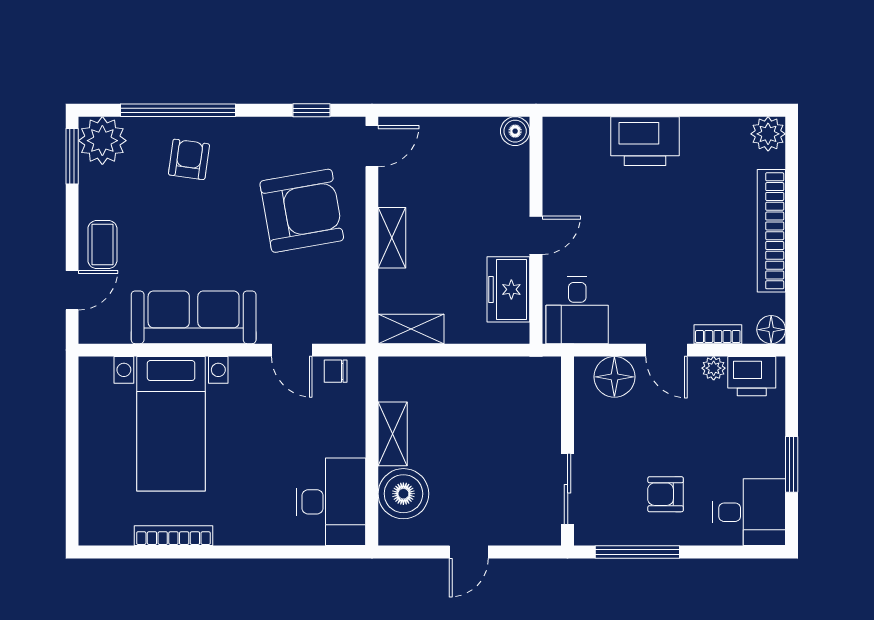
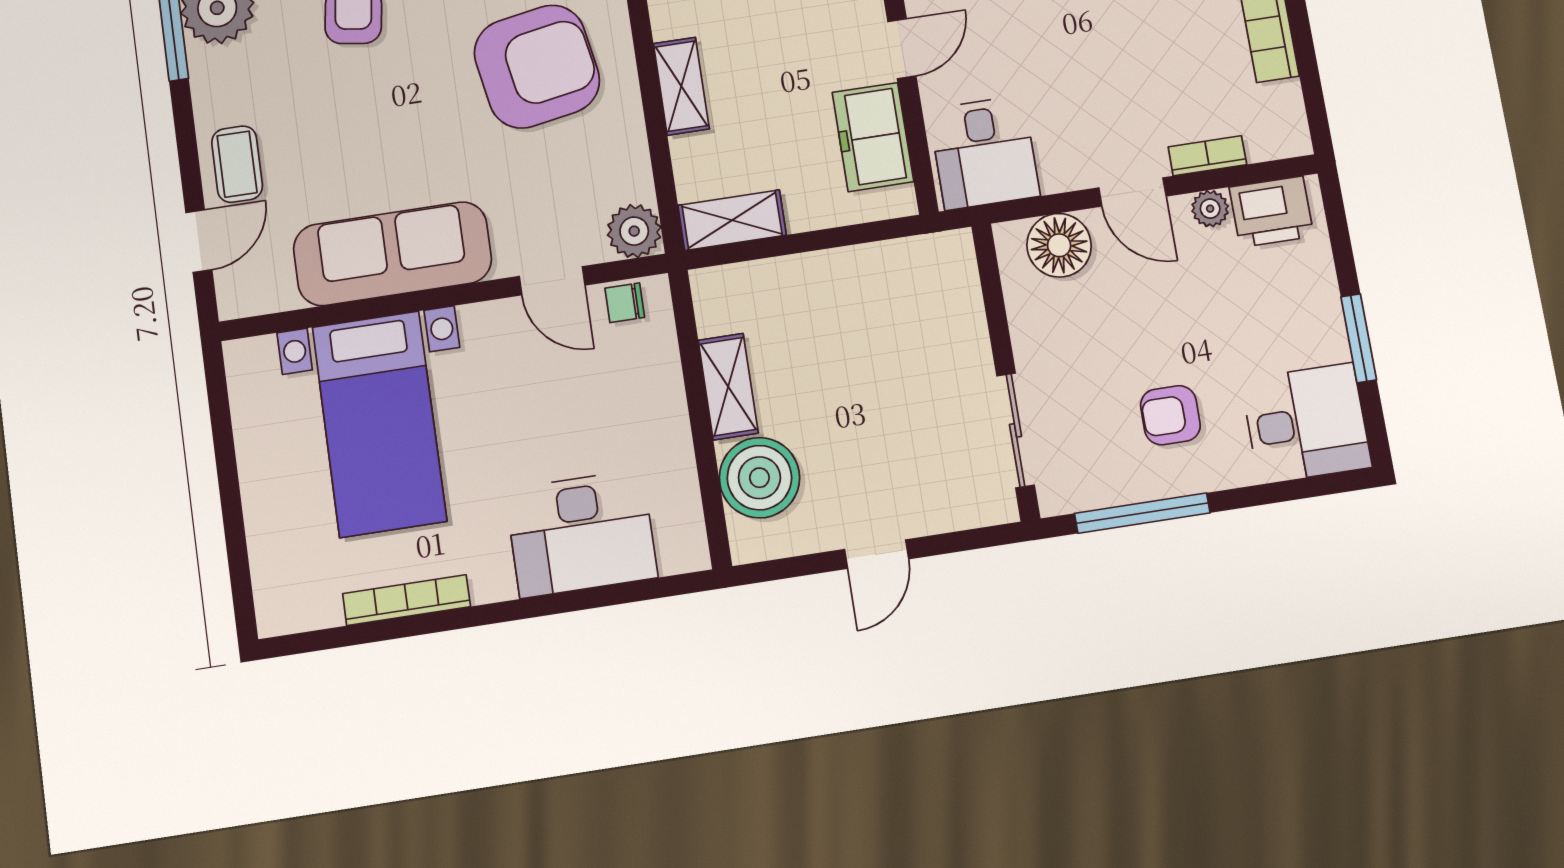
plant: (348, 326) -> (634, 231), added
floor lamp: (771, 330) -> (1288, 136), removed
desk: (331, 502) -> (581, 533), moved, turned 90

